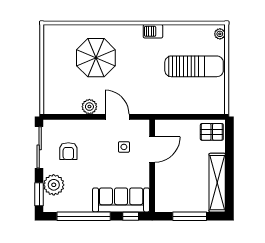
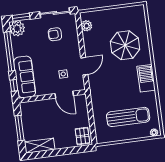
barbecue: (153, 31) -> (146, 78), width x1.88, depth x1.53
sun lounger: (194, 66) -> (128, 117), turned -90
plant: (89, 107) -> (87, 26), moved
shelving: (217, 183) -> (40, 146), width x0.68
plant: (54, 185) -> (17, 28), moved

